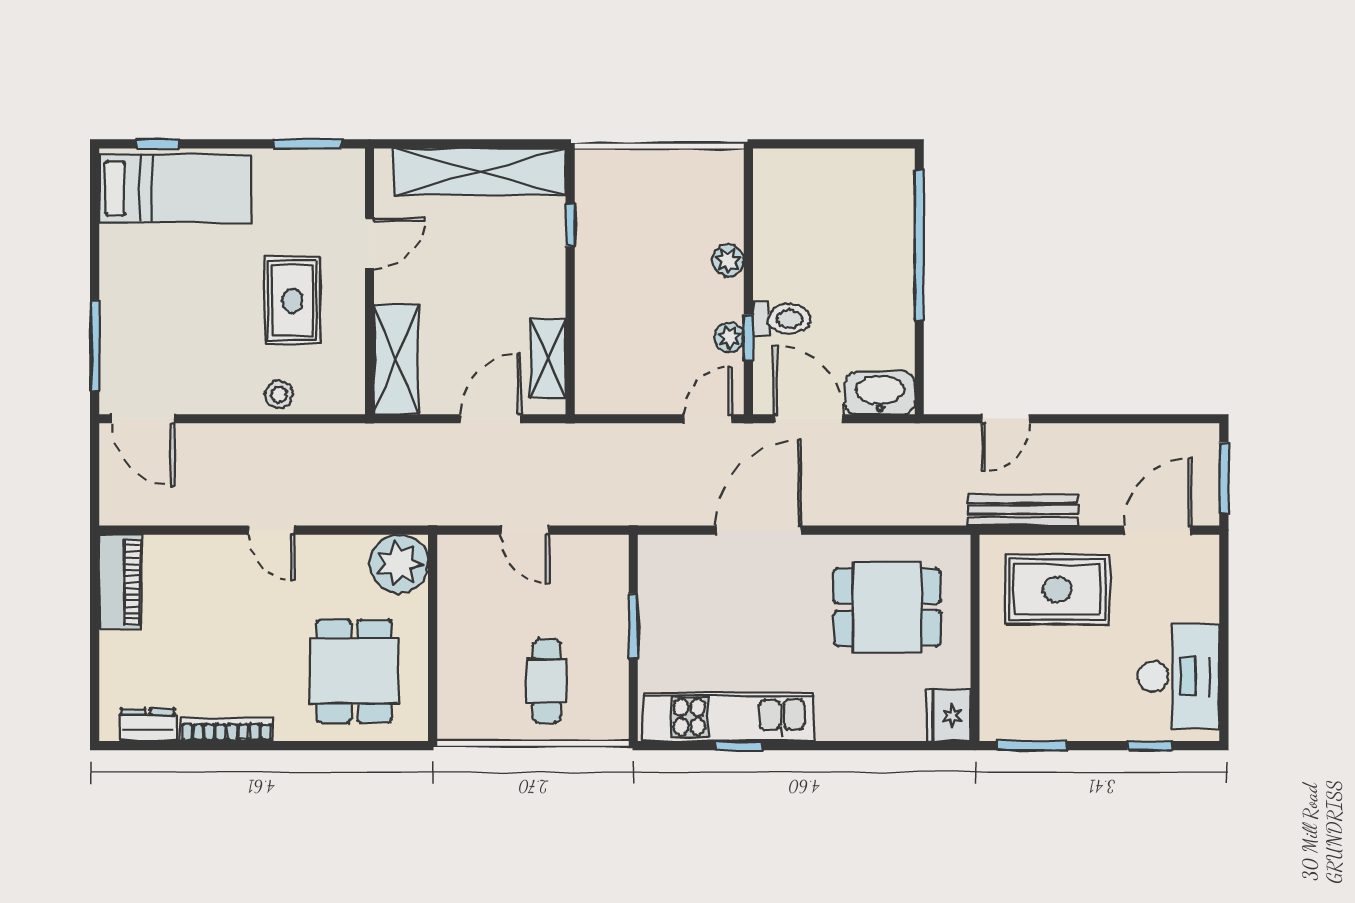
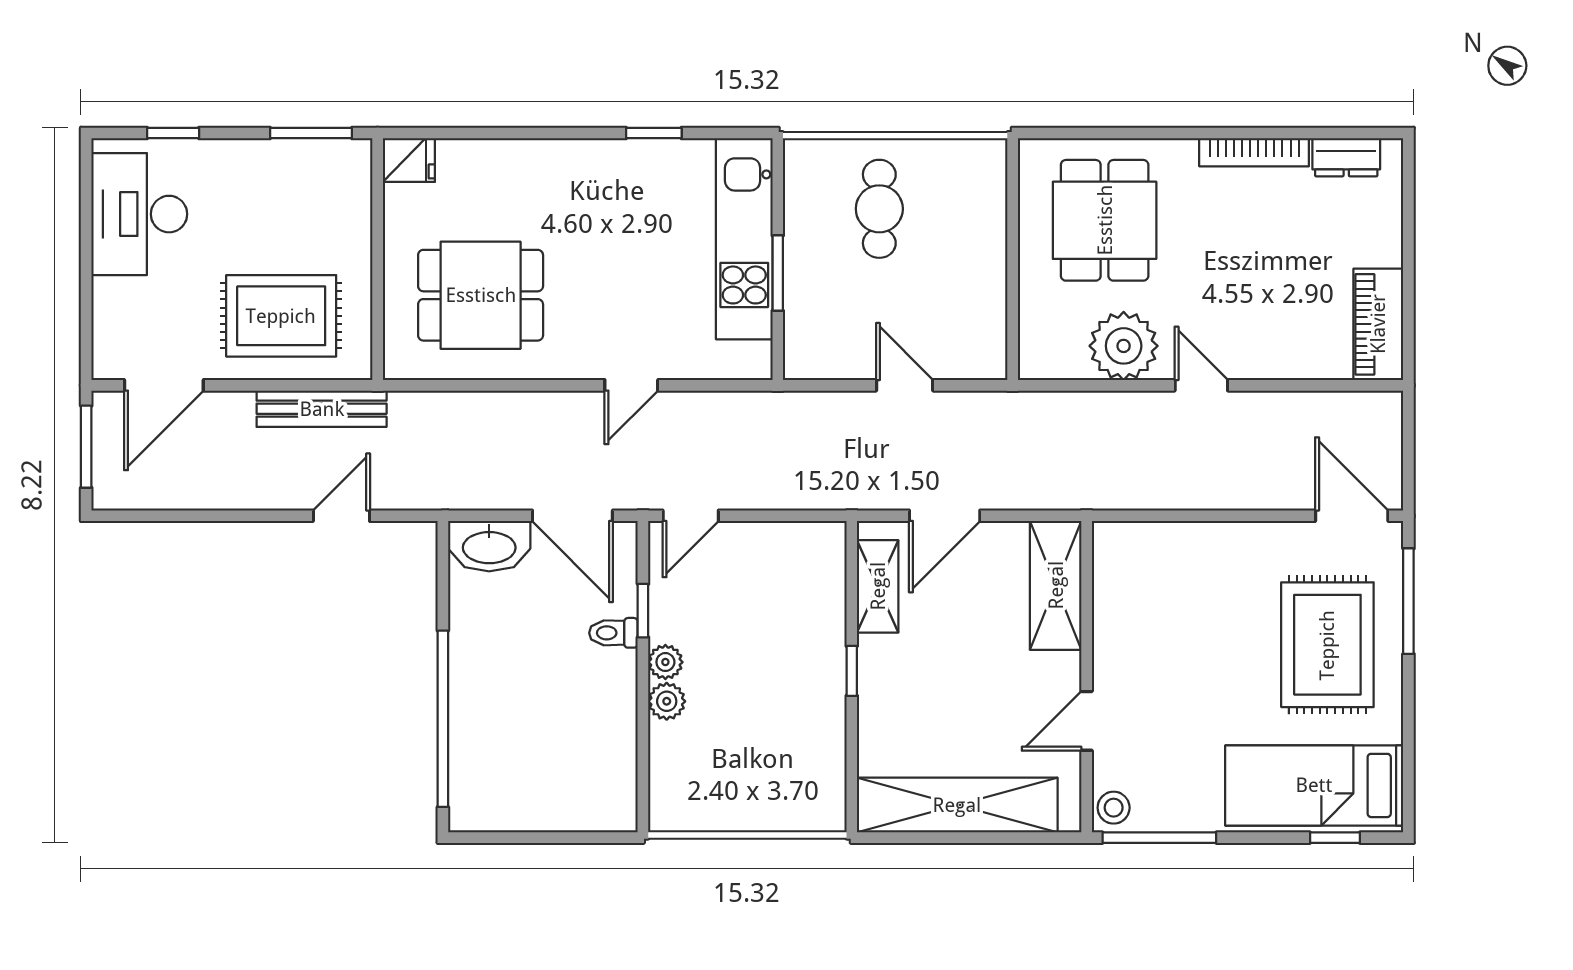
window: (307, 144) -> (1159, 838), width x1.44
window: (570, 225) -> (852, 671), moved
rug: (293, 300) -> (1327, 645), moved, width x1.36, depth x1.43
toilet: (782, 319) -> (613, 633), width x0.73, depth x0.72
plant: (729, 337) -> (665, 662), moved
stool: (279, 395) -> (1114, 808), moved
door: (758, 530) -> (631, 385), width x0.53
plant: (399, 564) -> (1124, 346), moved
fridge: (948, 715) -> (409, 160), width x0.72
kitchen unit: (729, 717) -> (744, 239), moved, turned 90

